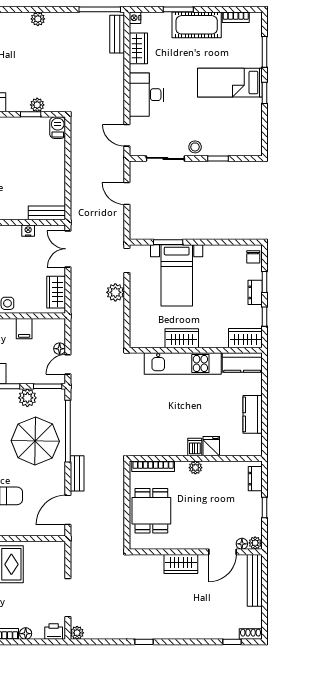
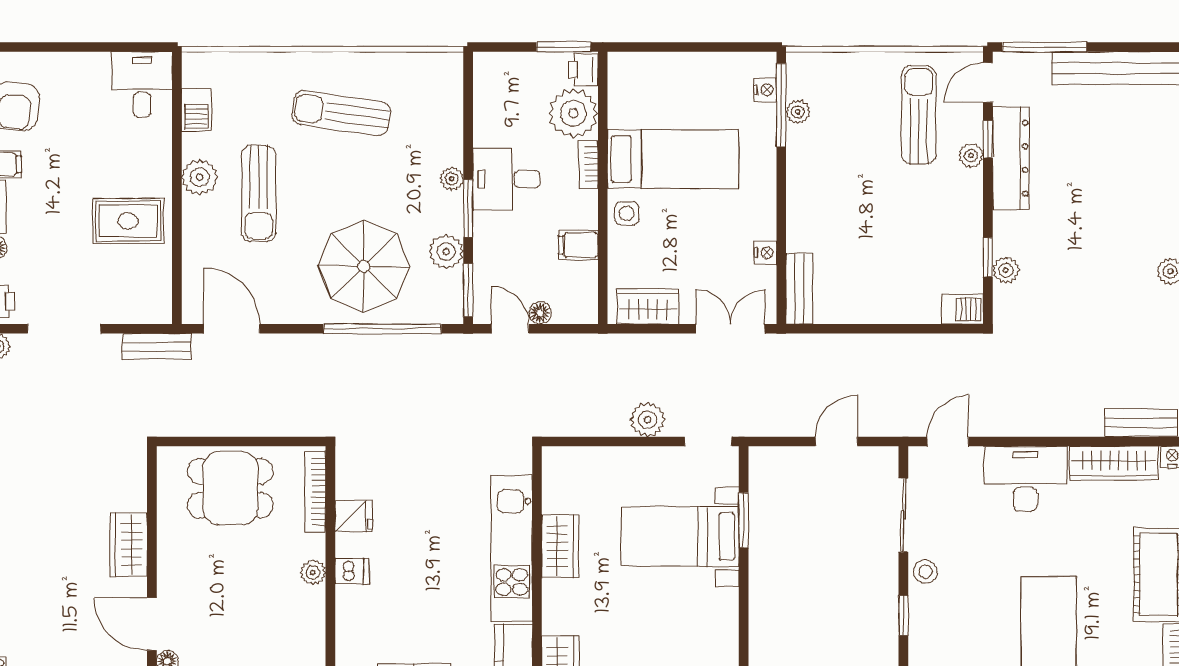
wardrobe: (138, 48) -> (1114, 463), width x1.50
fridge: (211, 446) -> (354, 516), moved
bench: (77, 473) -> (157, 346), moved

